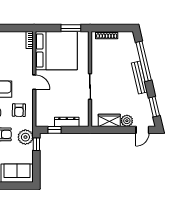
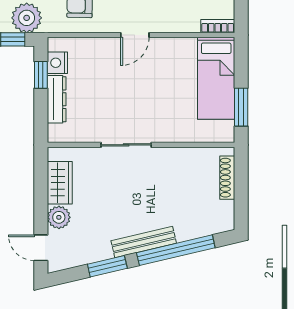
bed: (56, 51) -> (216, 78), width x0.49
window: (154, 107) -> (107, 266), moved
nightstand: (48, 121) -> (57, 63), added

